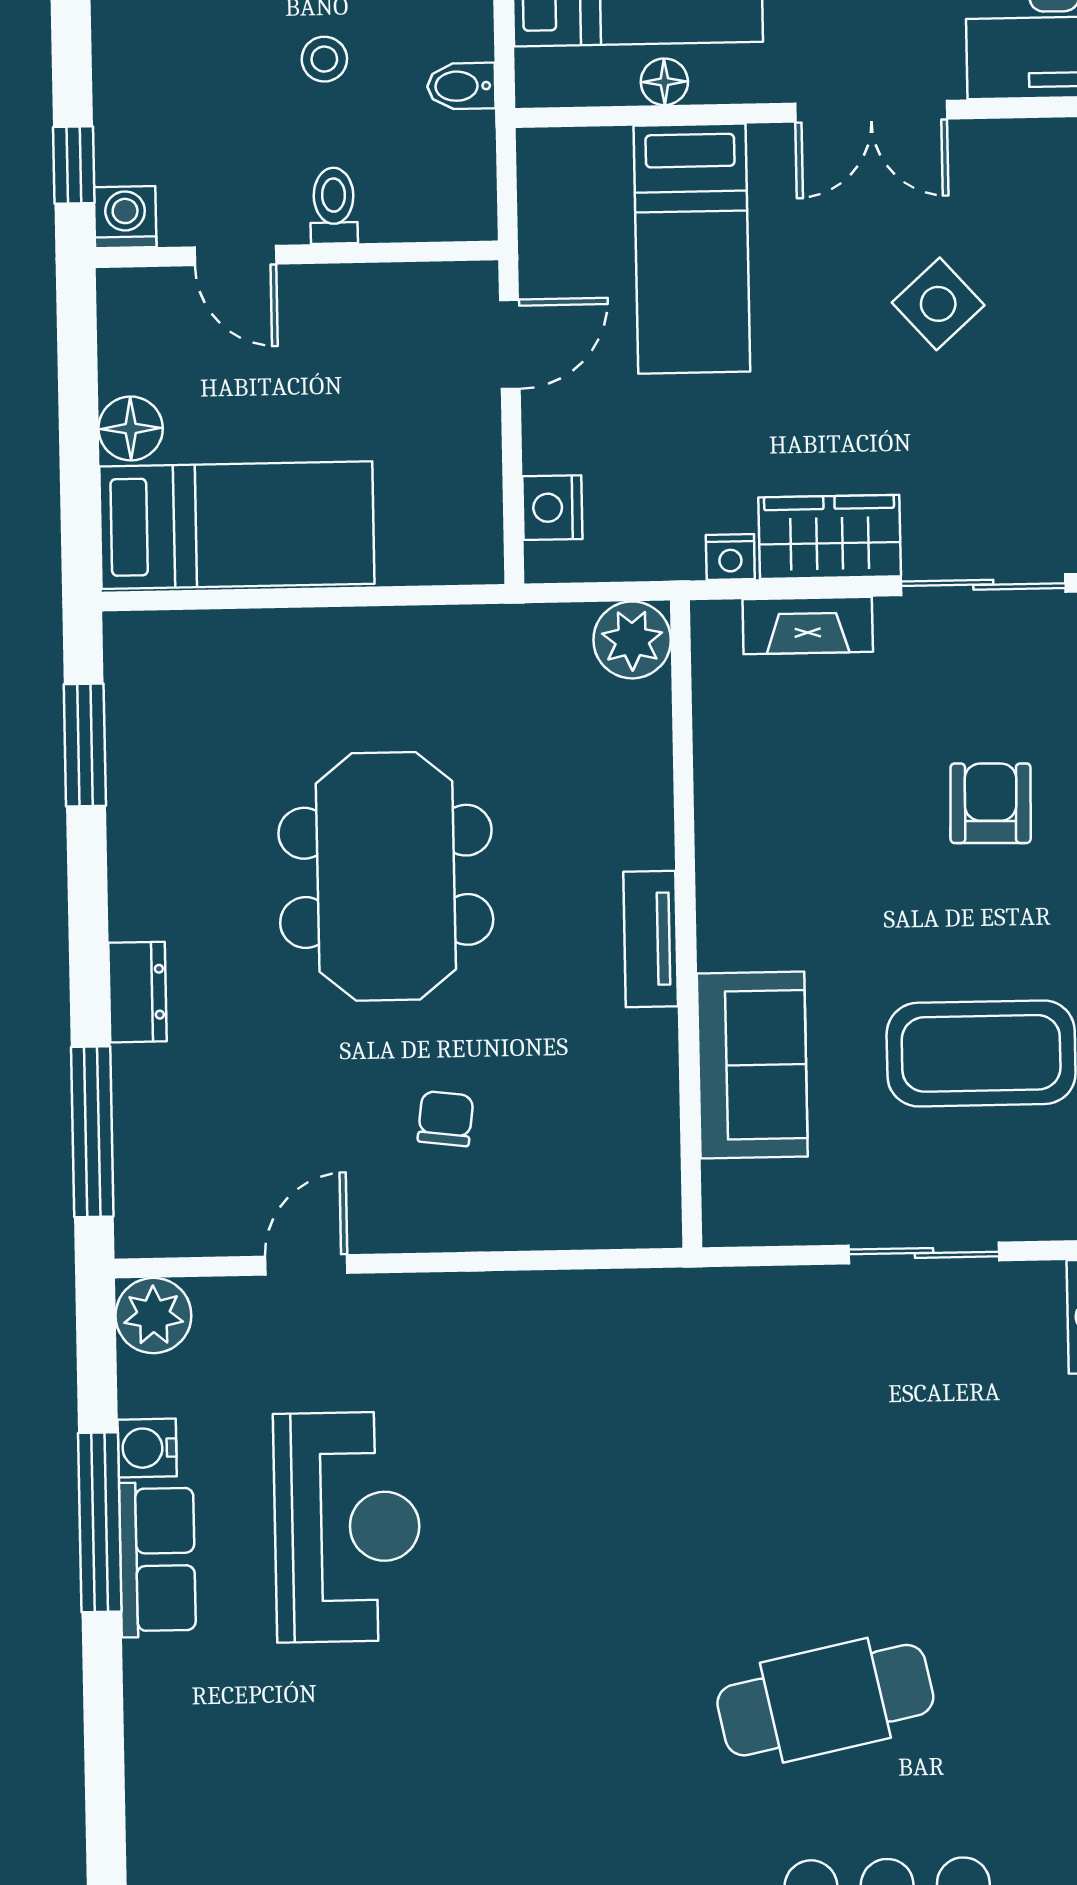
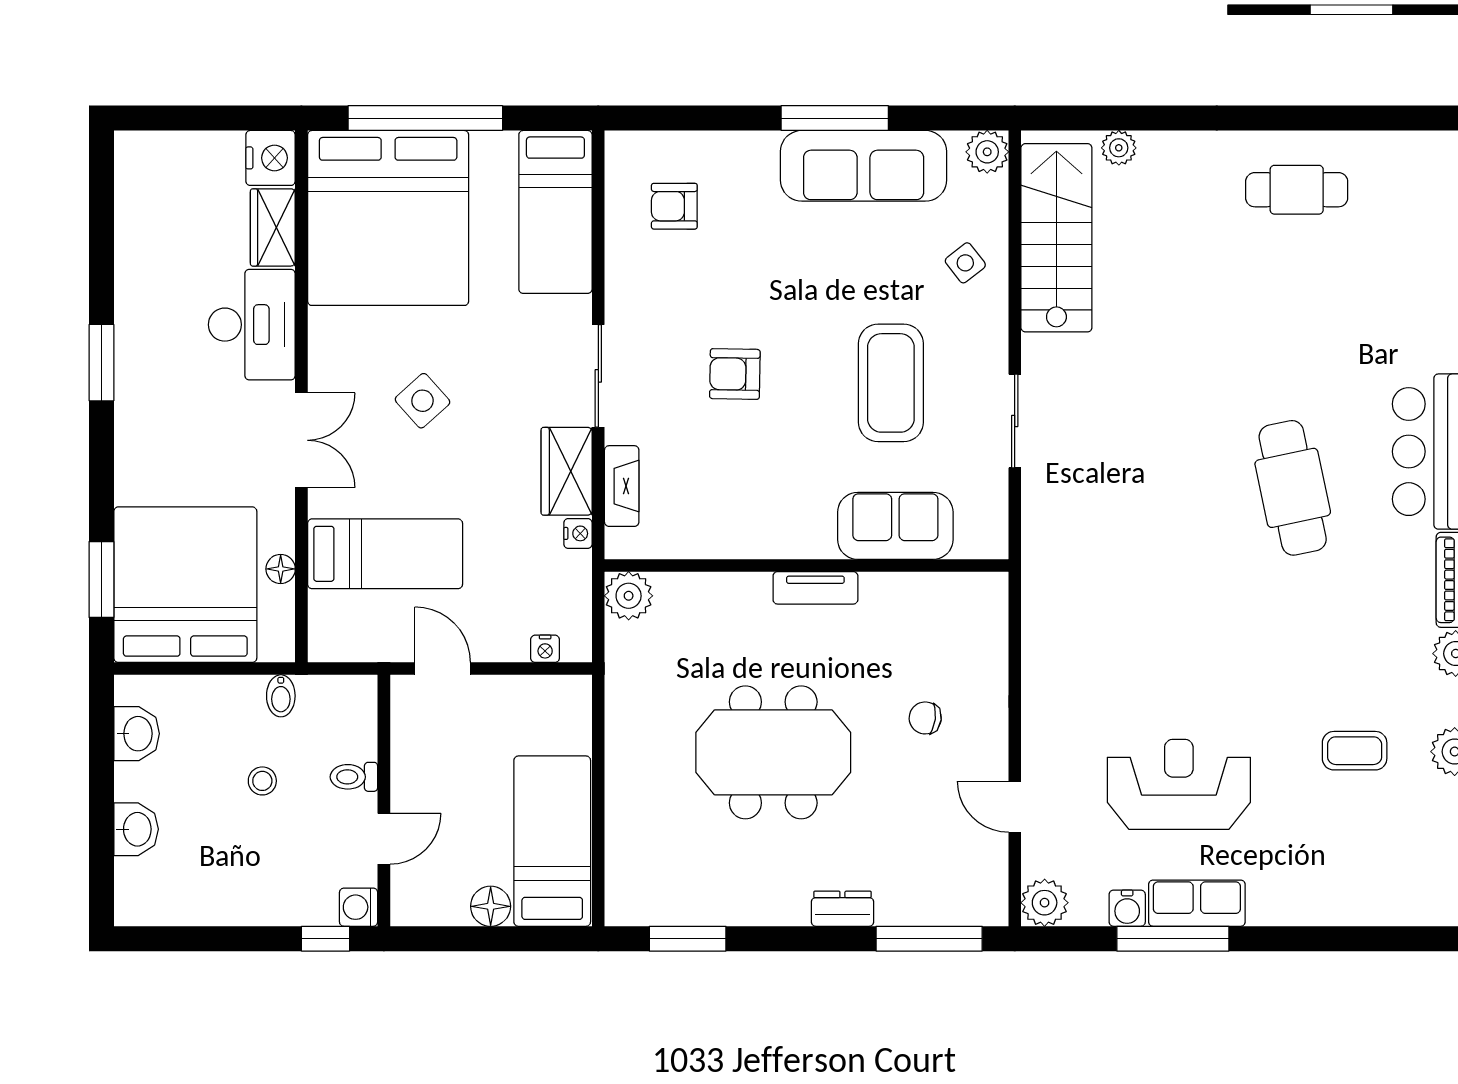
nightstand: (552, 508) -> (545, 649), width x0.72, depth x0.74
coffee table: (406, 1807) -> (1355, 751), added

